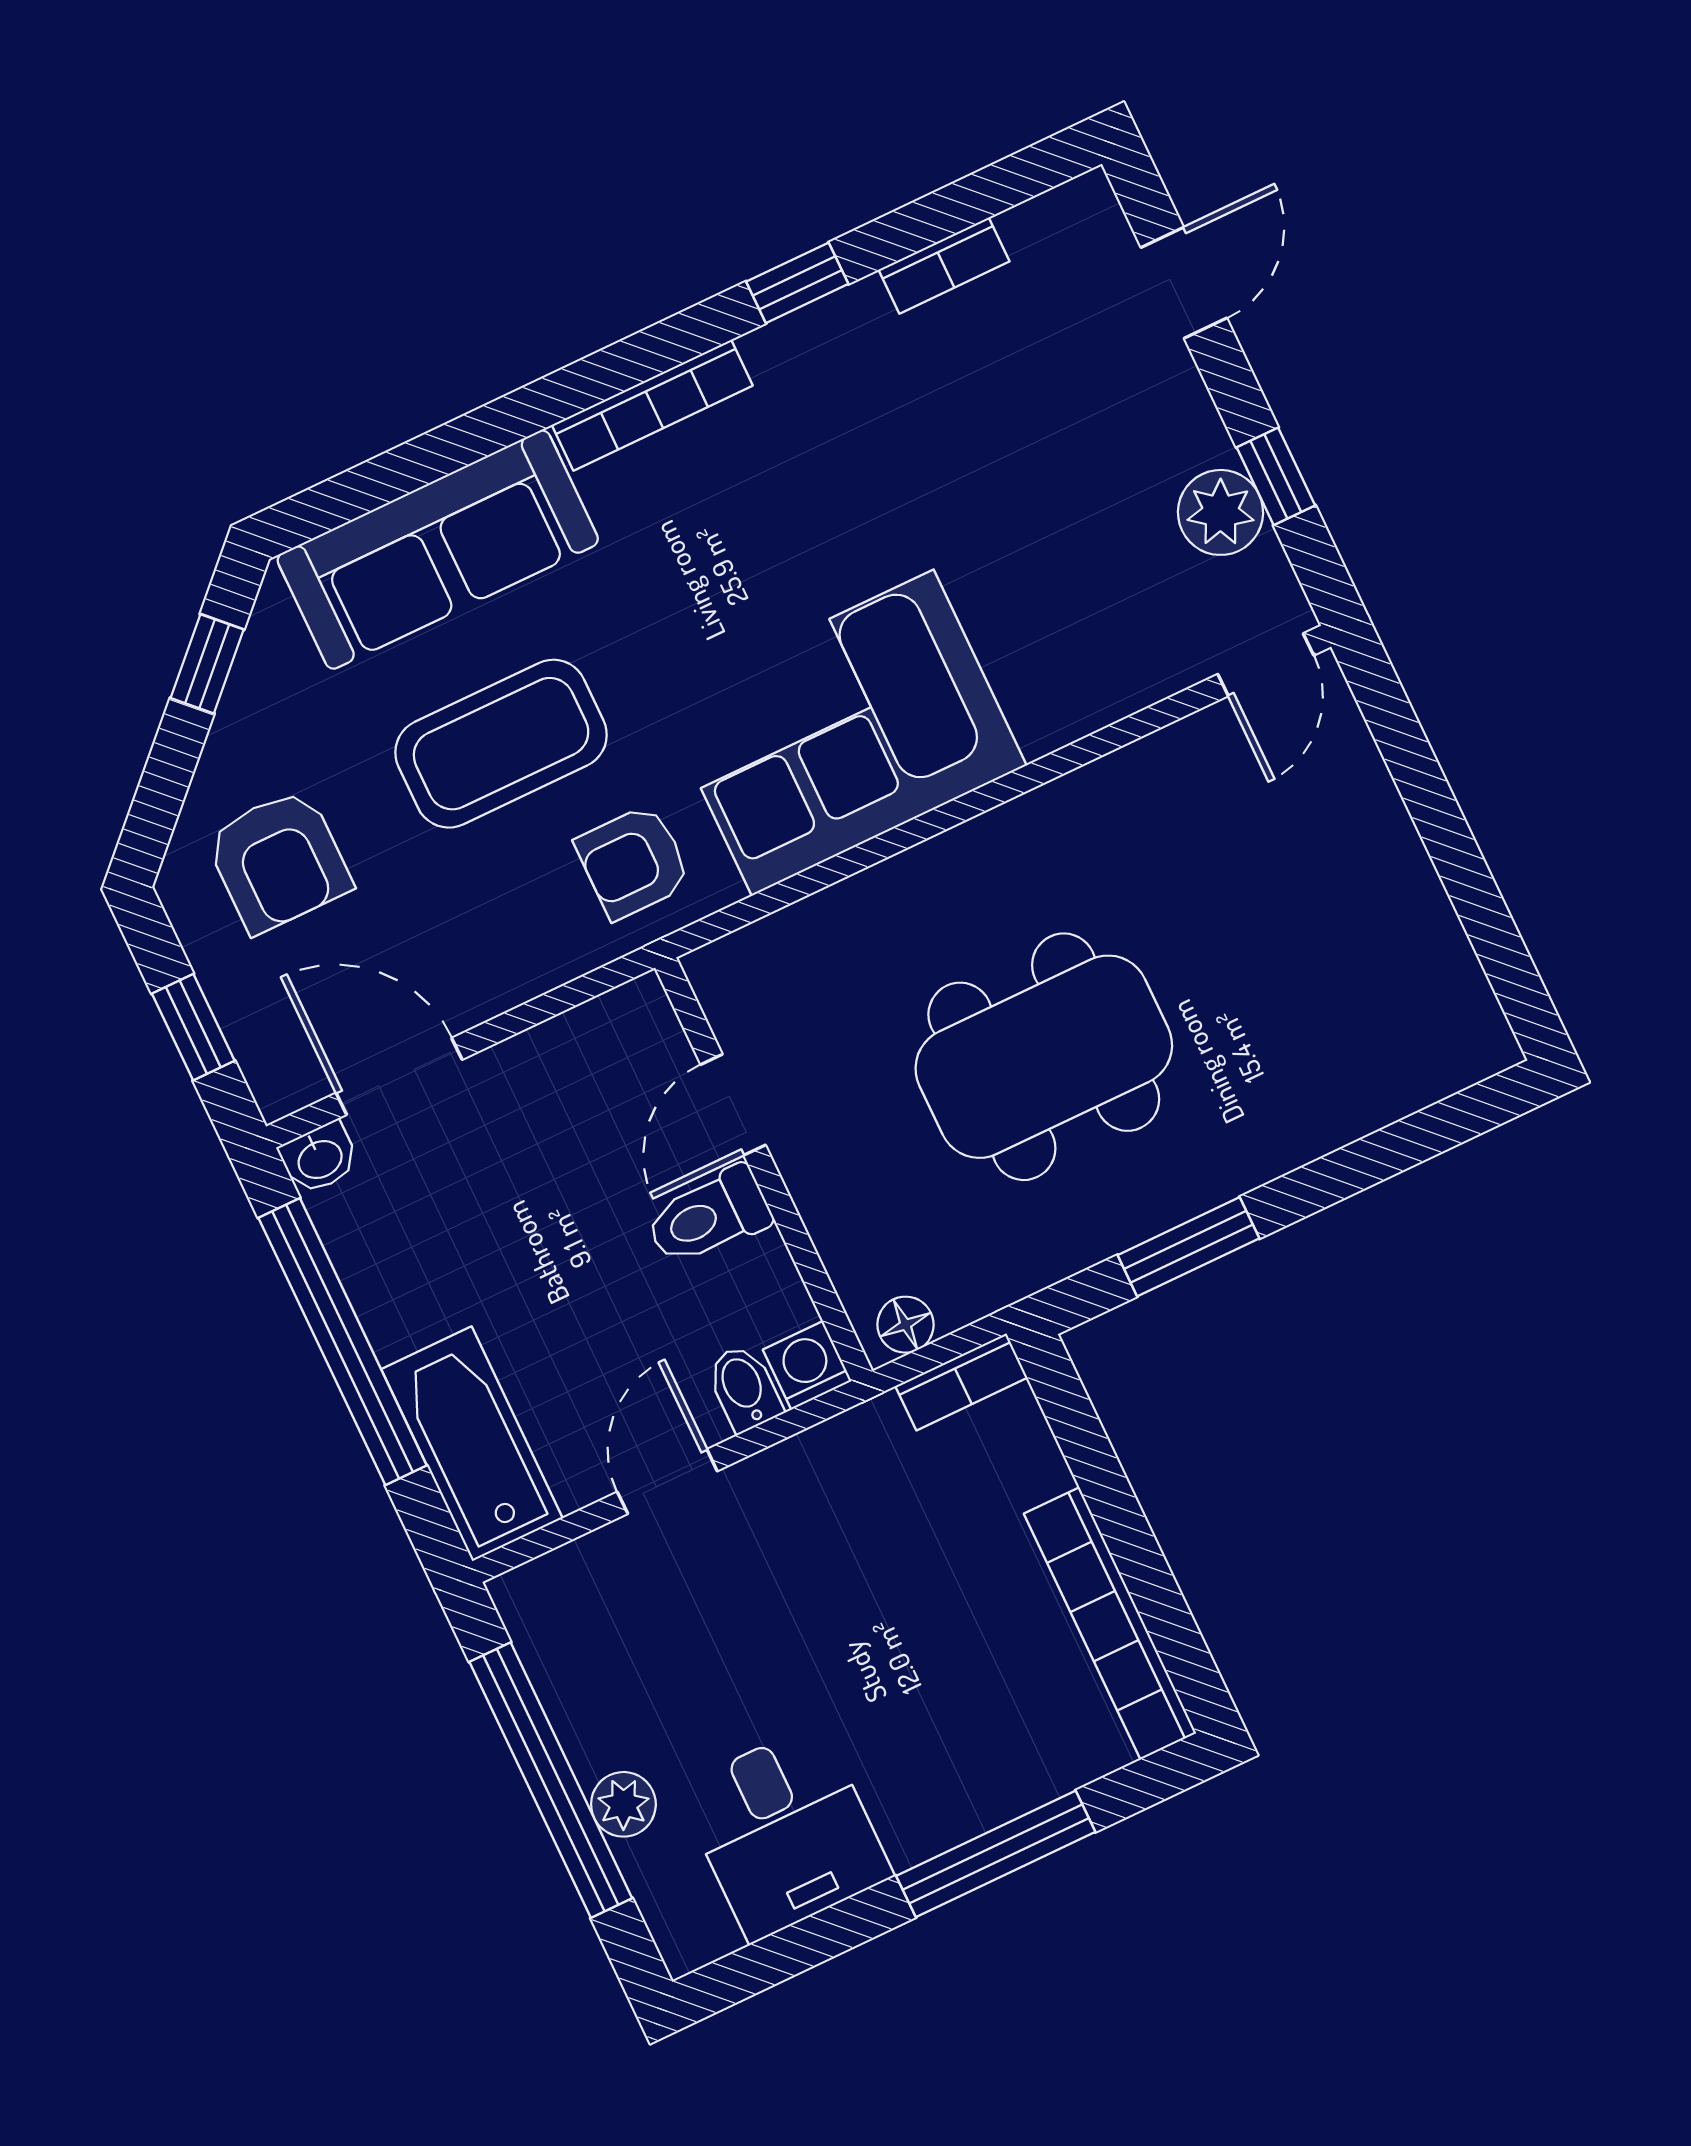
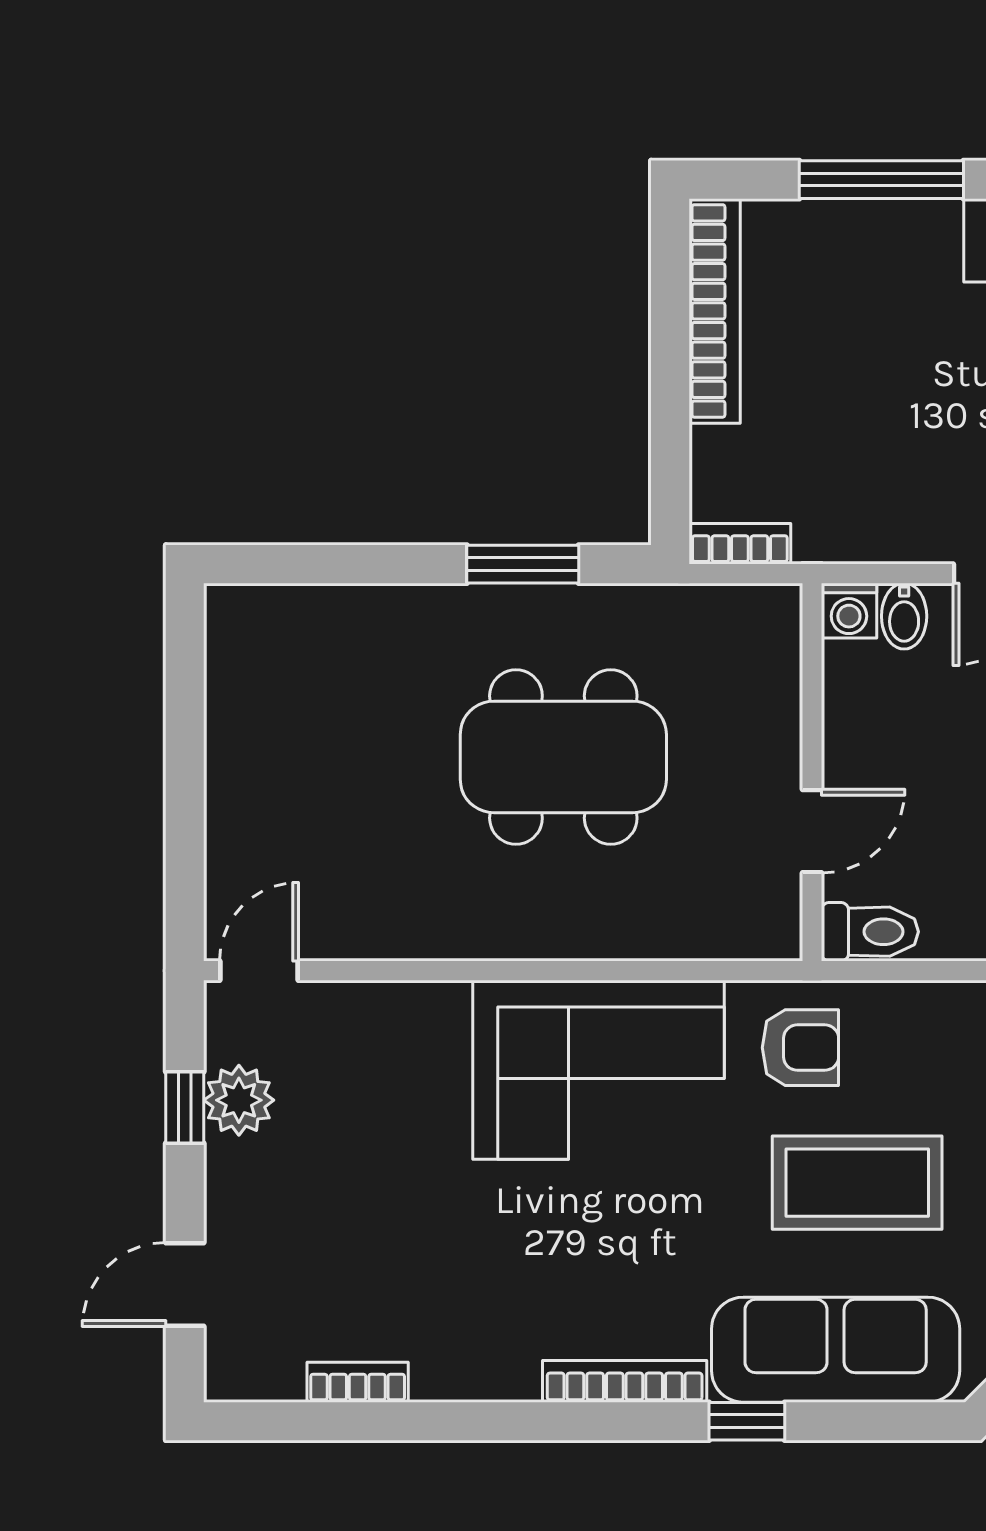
window: (797, 283) -> (747, 1421), moved
toilet: (708, 1216) -> (870, 932), moved
floor lamp: (906, 1325) -> (761, 606), removed

